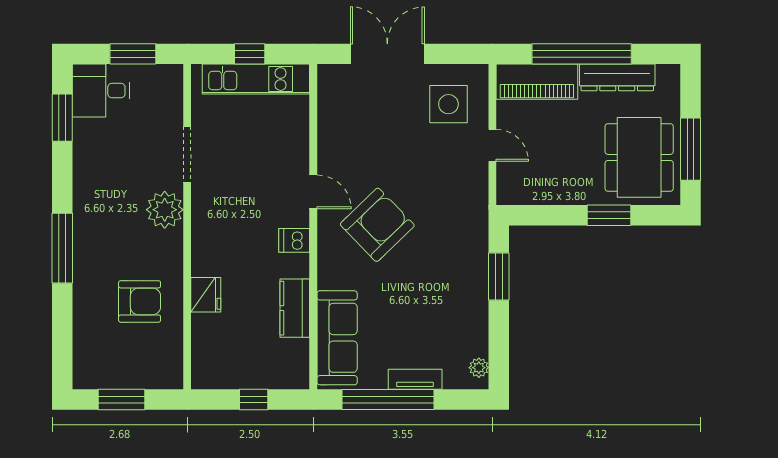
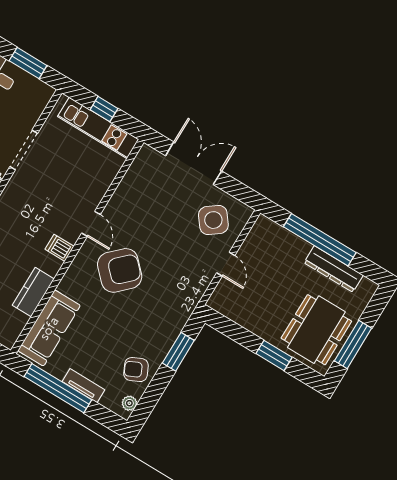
piano: (537, 82) -> (280, 240), removed
side table: (448, 104) -> (213, 220), turned -37
armchair: (463, 325) -> (136, 370), added

